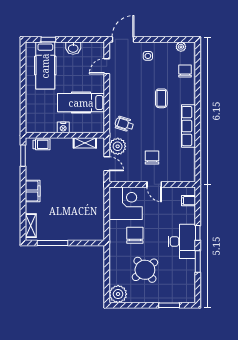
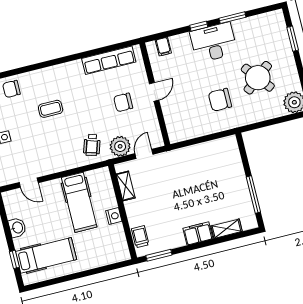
row of seats: (189, 126) -> (109, 60), moved
corner desk: (126, 203) -> (185, 120), removed
shelving: (31, 226) -> (227, 229), moved

